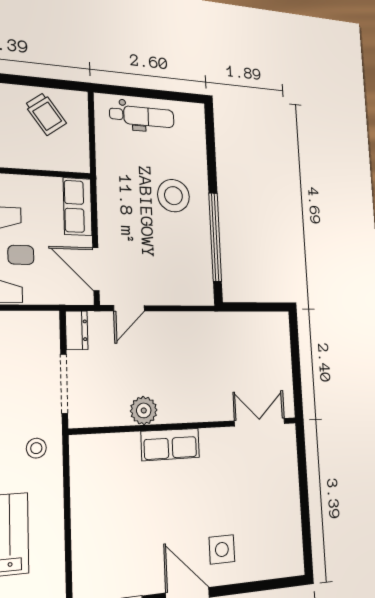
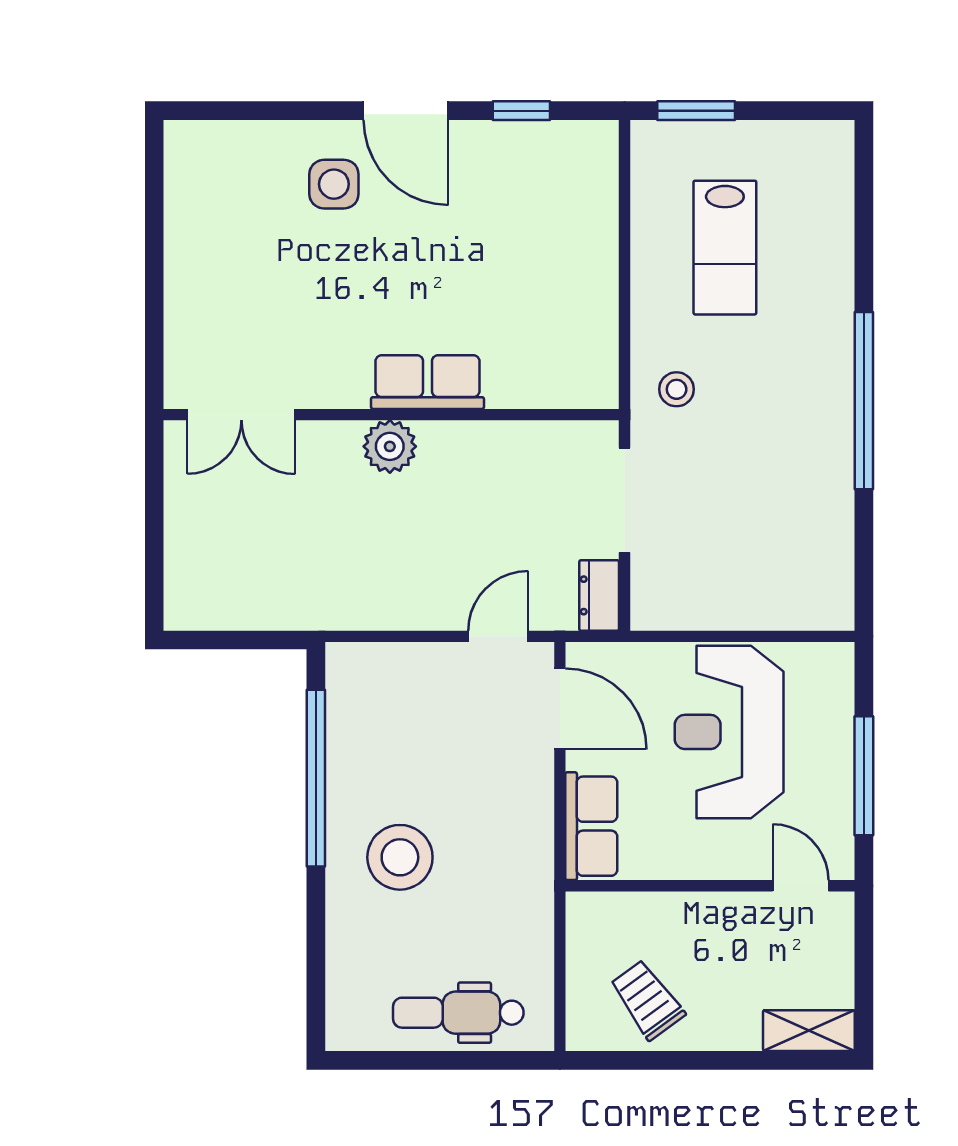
plant: (144, 410) -> (390, 446), moved

